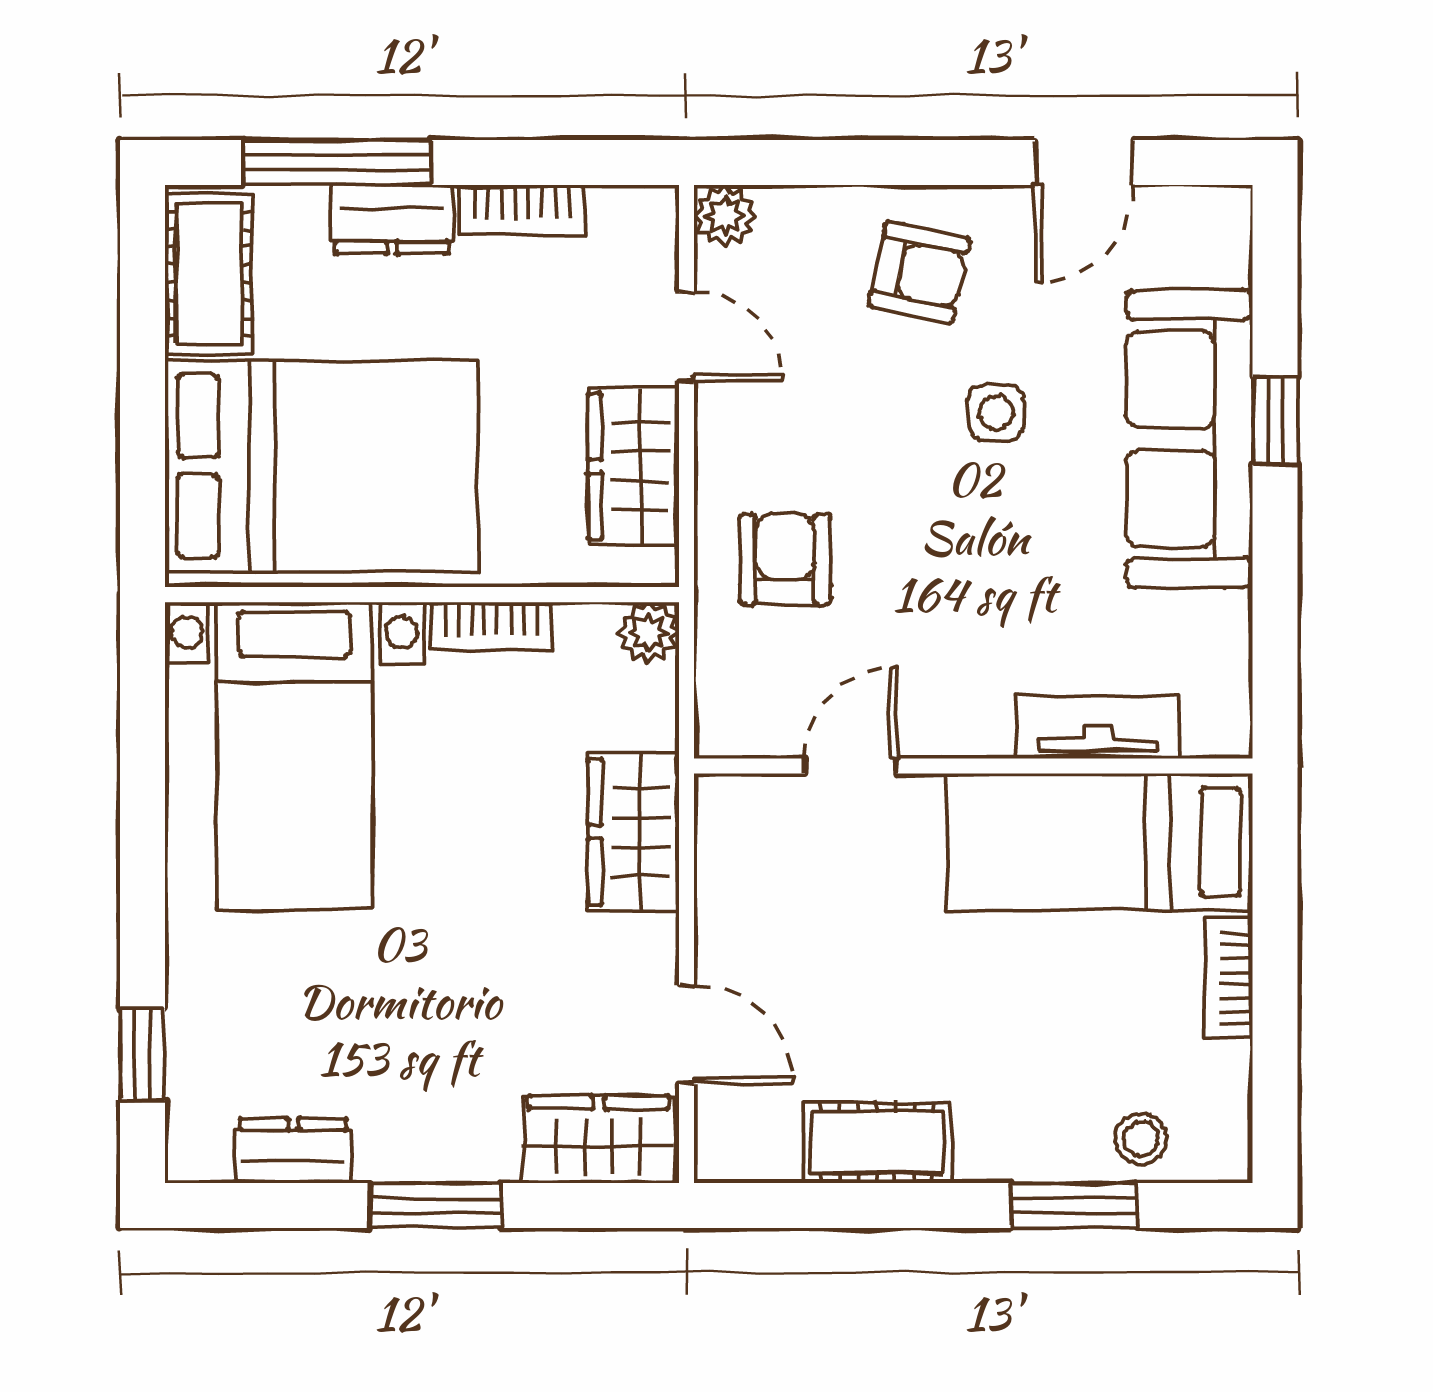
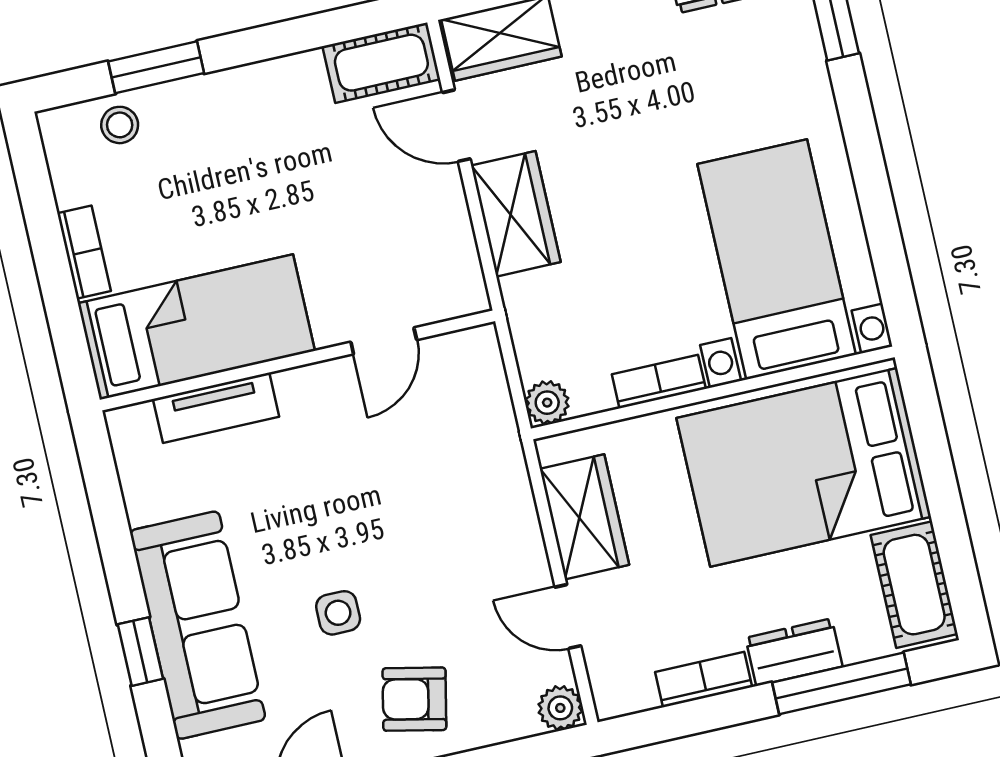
armchair: (785, 559) -> (463, 476), removed
wardrobe: (633, 832) -> (516, 214), moved
cot: (877, 1143) -> (381, 63), moved

